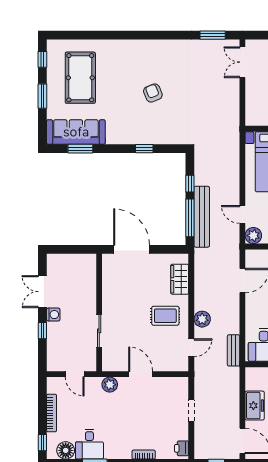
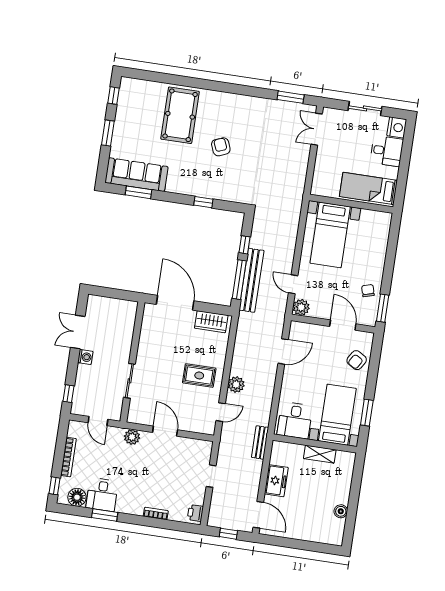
pool table: (80, 78) -> (180, 115), moved
wardrobe: (180, 279) -> (211, 322), moved, turned -90
window: (42, 331) -> (68, 394), moved
bench: (233, 350) -> (260, 442), moved

